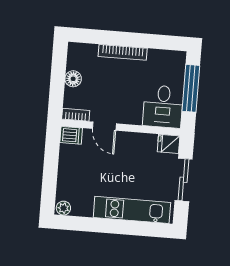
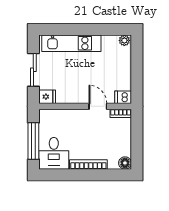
floor lamp: (73, 79) -> (125, 163), moved
desk: (163, 107) -> (54, 153), moved, turned 180

